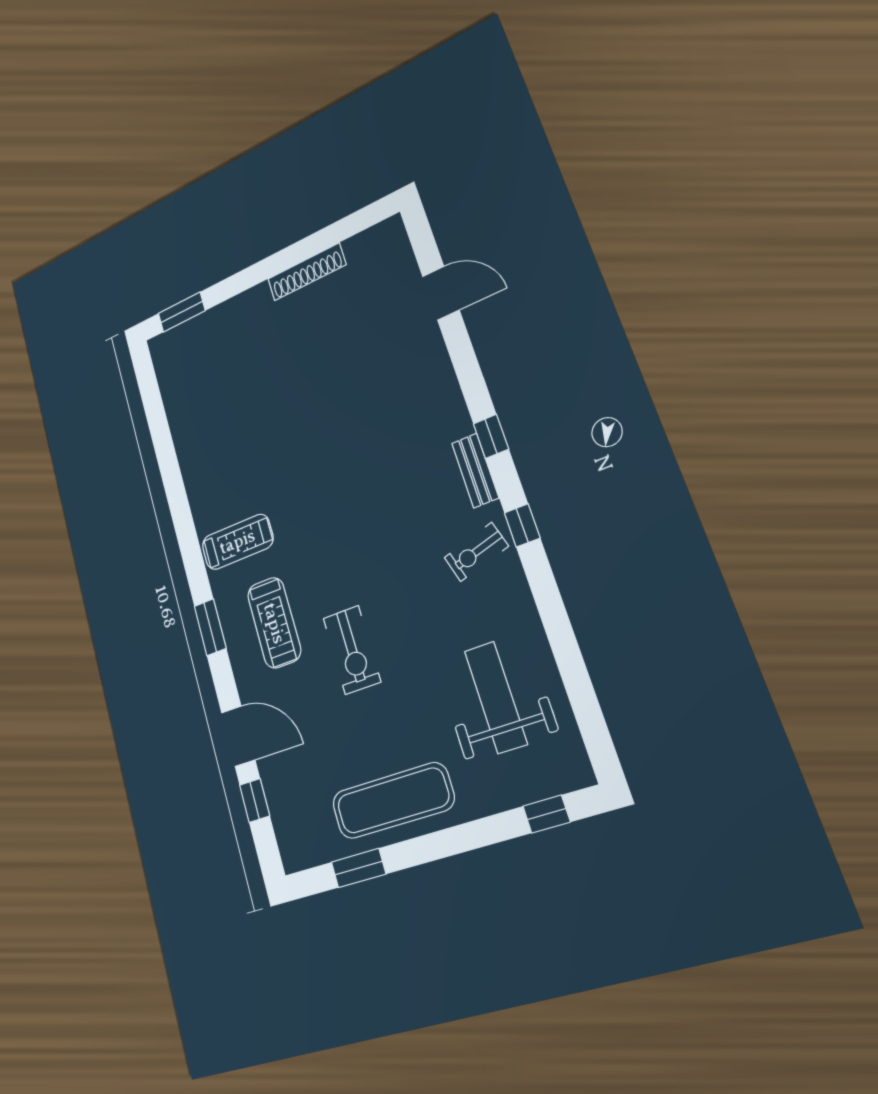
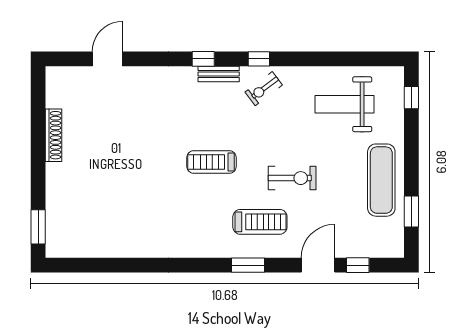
treadmill: (237, 542) -> (212, 162), moved, turned -90
exercise bike: (476, 552) -> (264, 89), turned 69

